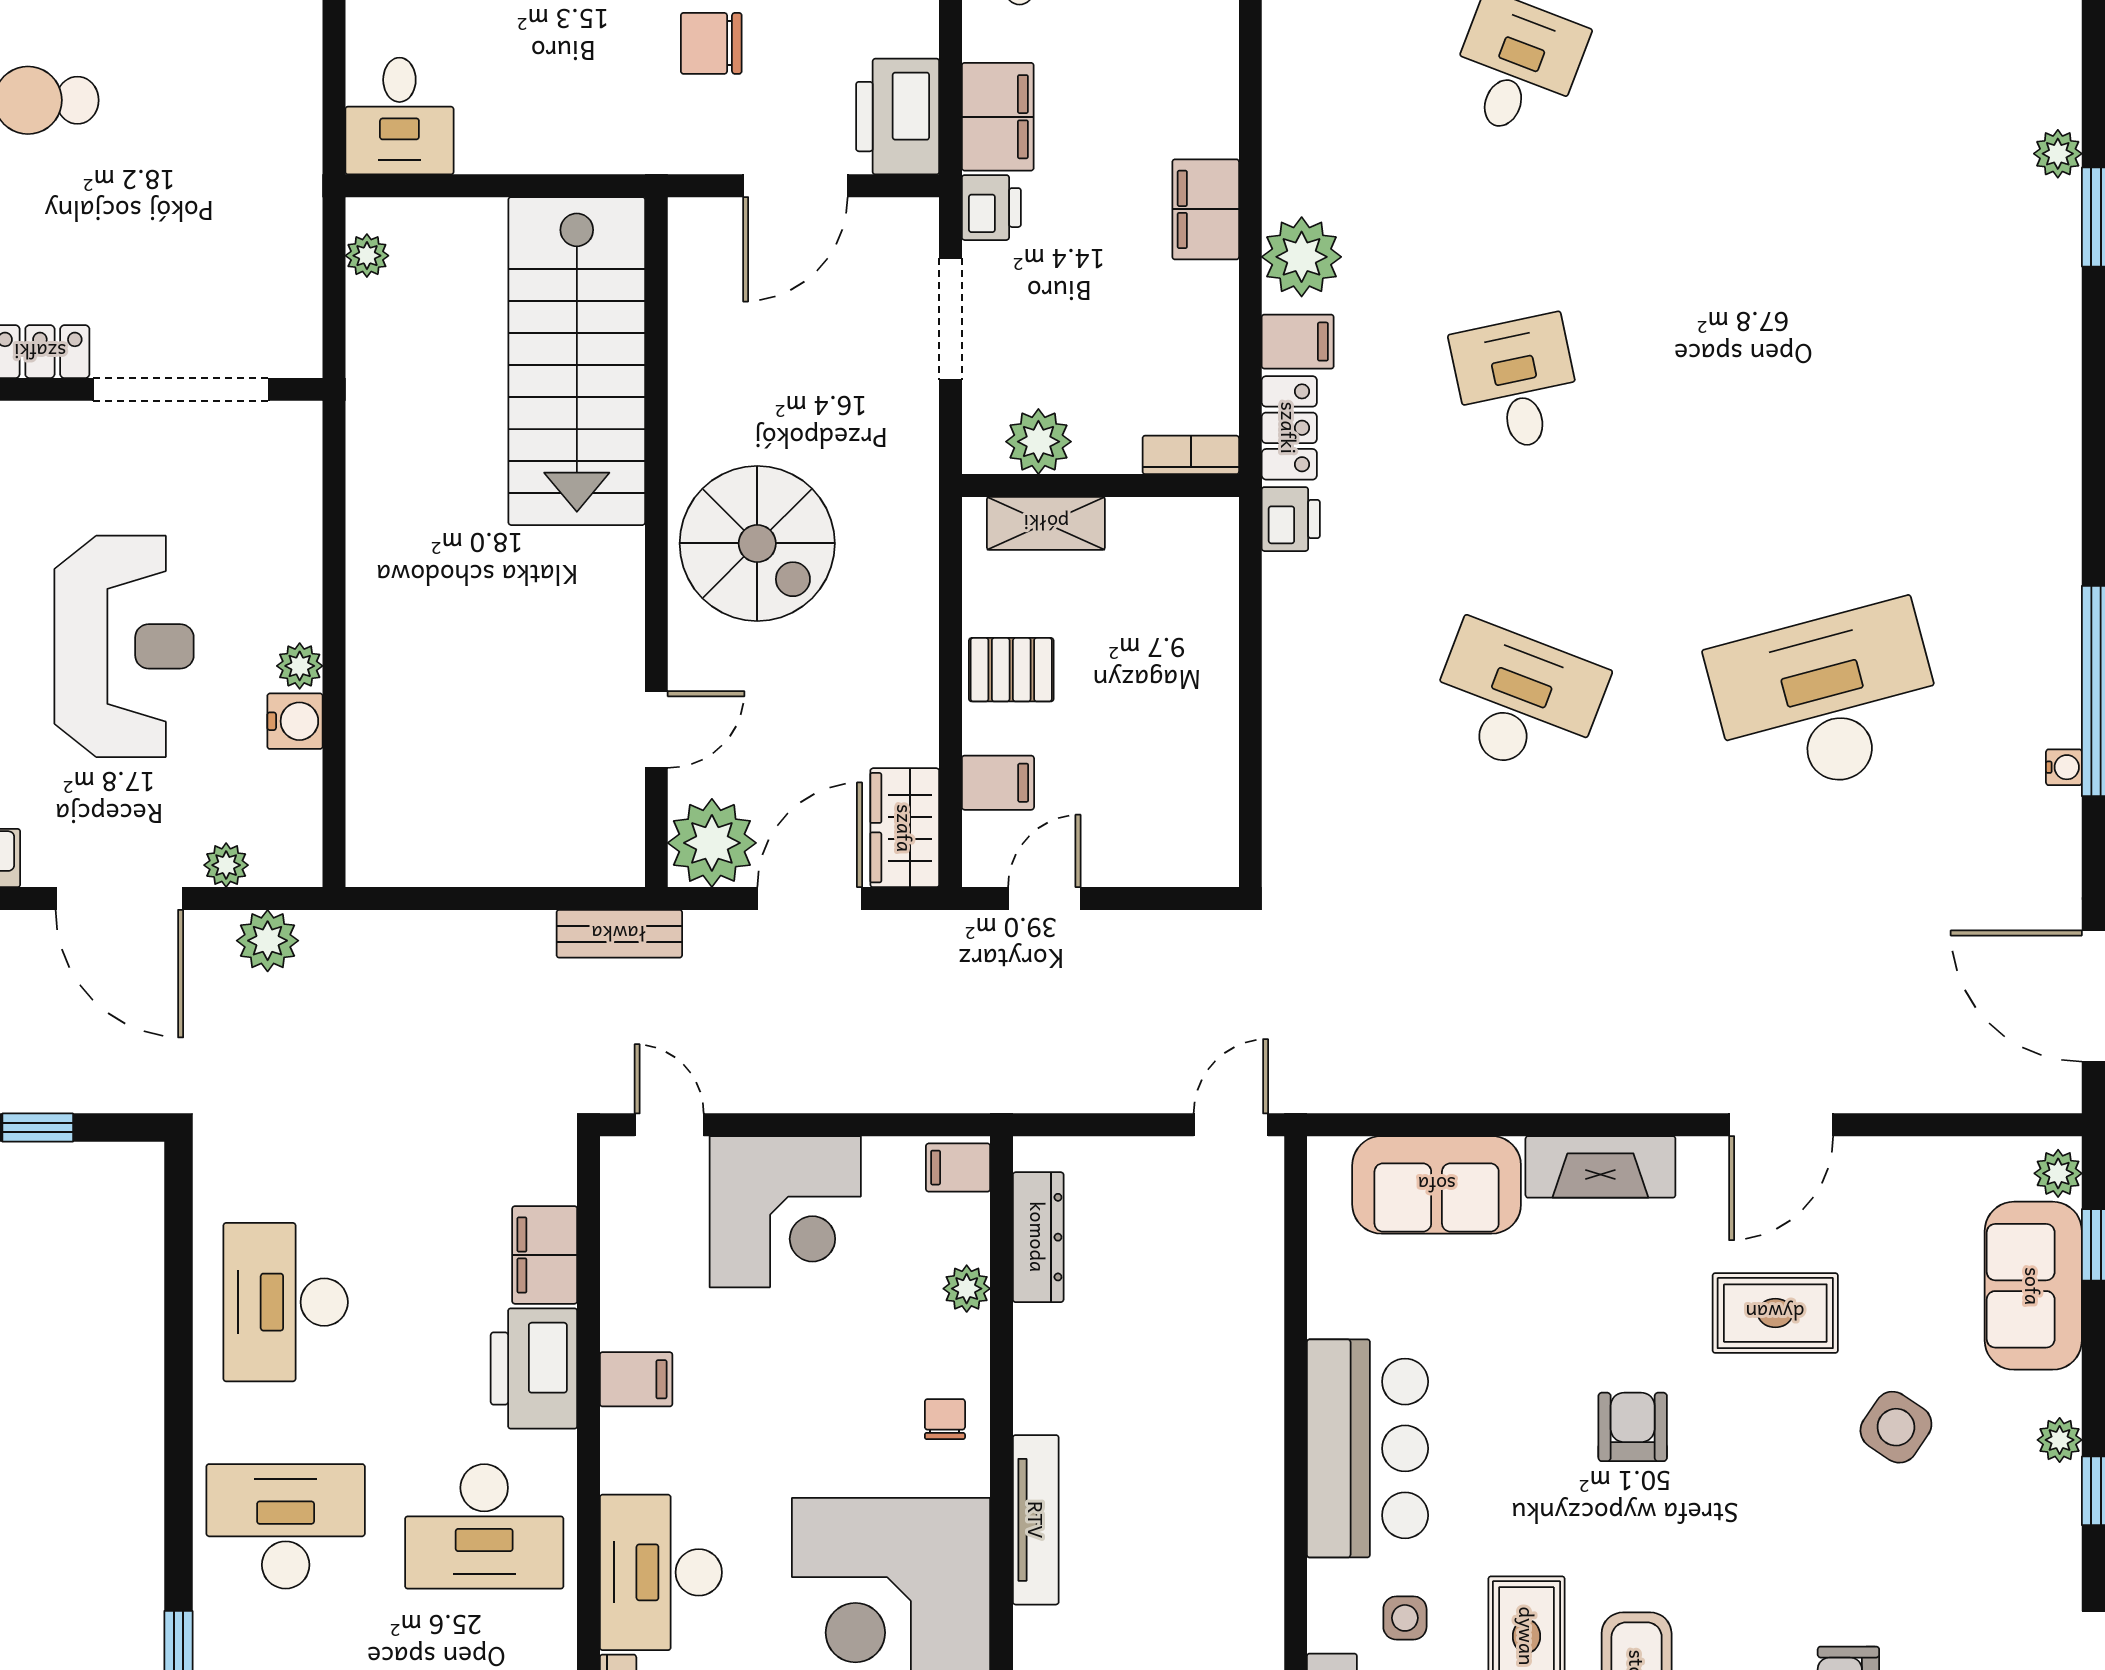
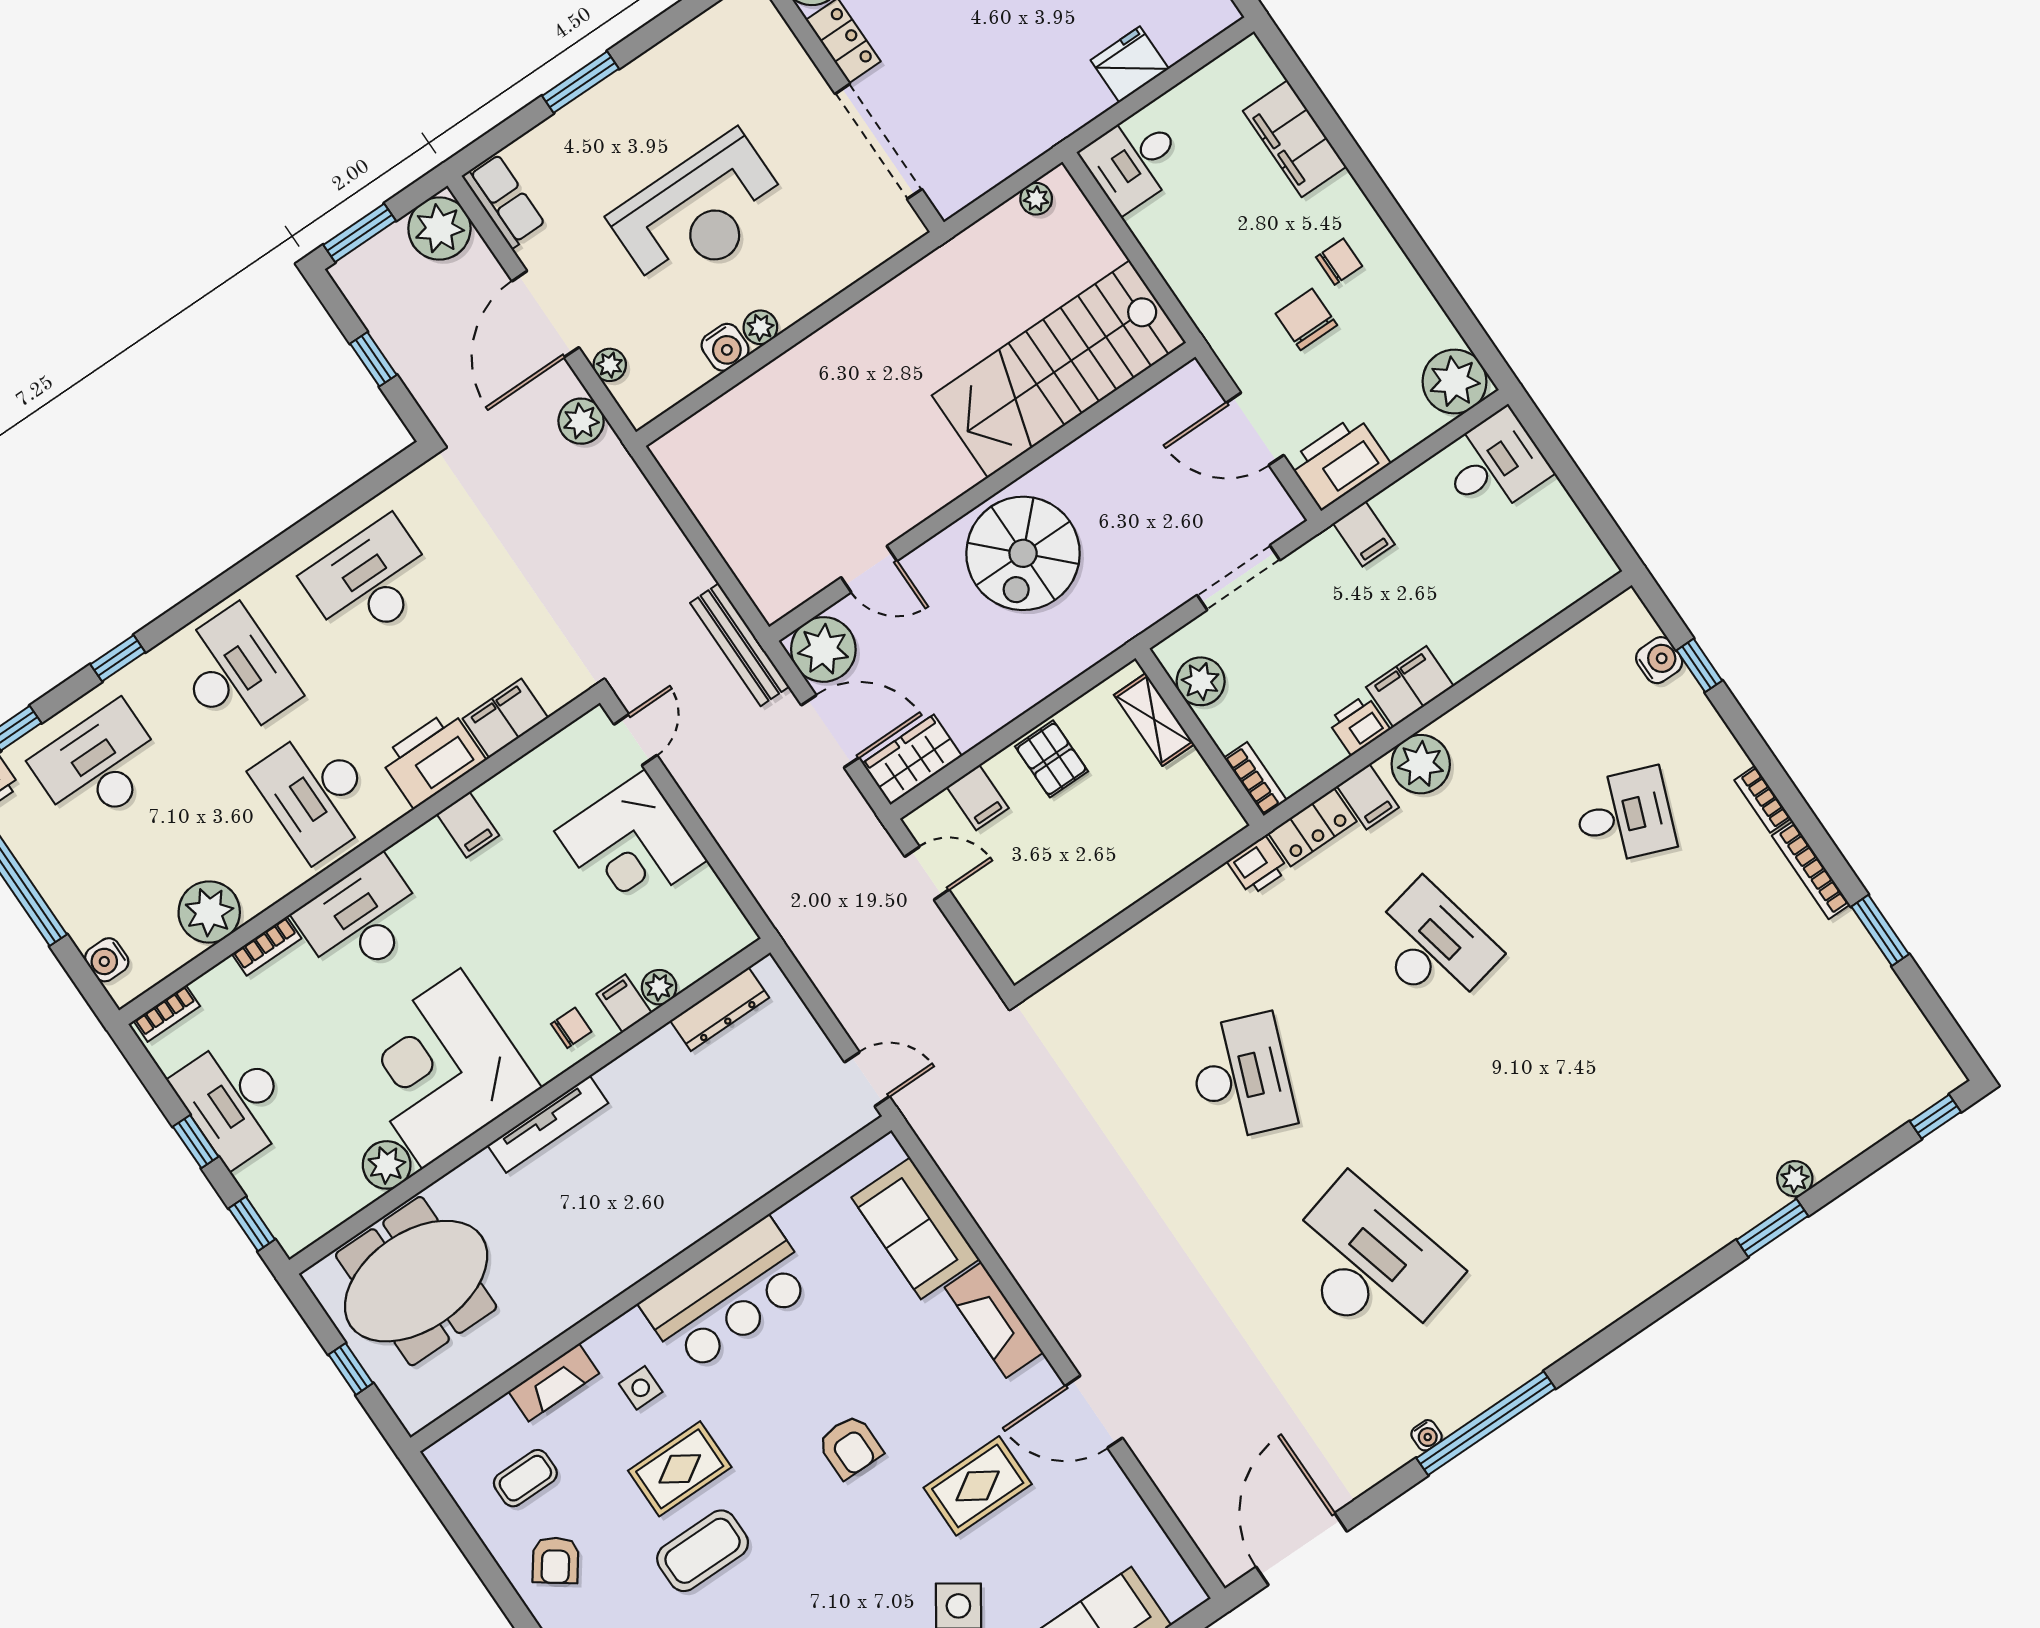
fridge: (287, 46) -> (1130, 64), added
filing cabinet: (998, 117) -> (1364, 534), width x0.50
printer: (991, 208) -> (1359, 725), moved, turned 180
desk: (1517, 384) -> (1433, 947), width x1.37
bench: (619, 934) -> (740, 645), width x1.36
filing cabinet: (958, 1168) -> (624, 1003), moved
plant: (2058, 1173) -> (1179, 1599), removed
rug: (1775, 1313) -> (978, 1486), turned 90
armchair: (1633, 1427) -> (850, 1447), turned 90

